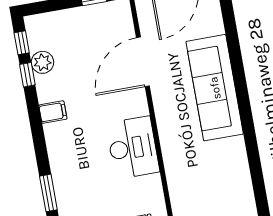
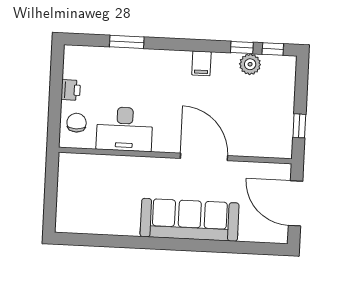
door: (143, 62) -> (204, 157), moved
desk: (133, 148) -> (125, 129), moved

